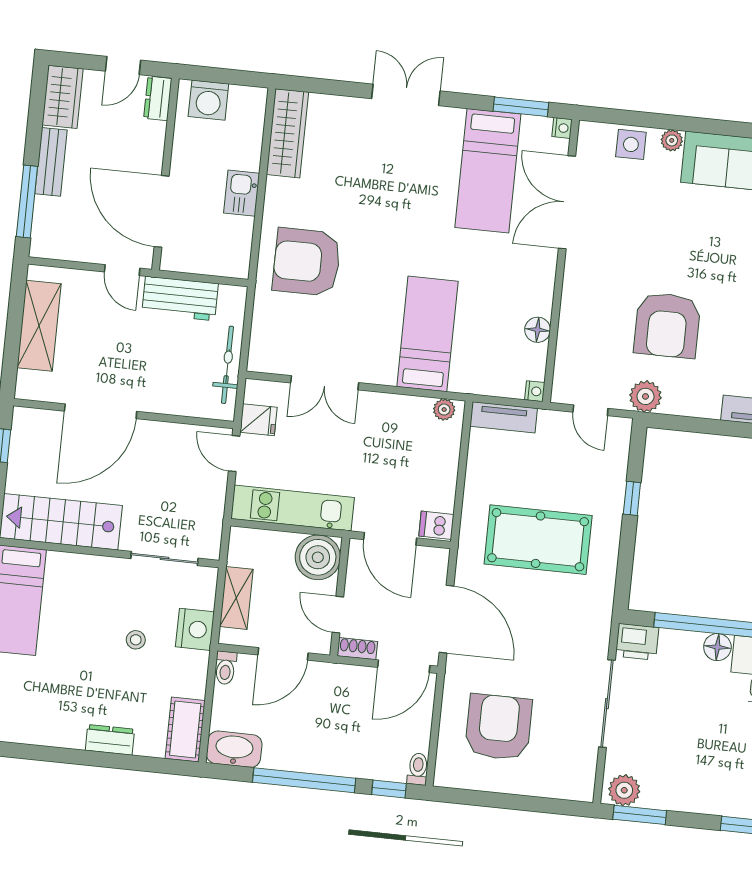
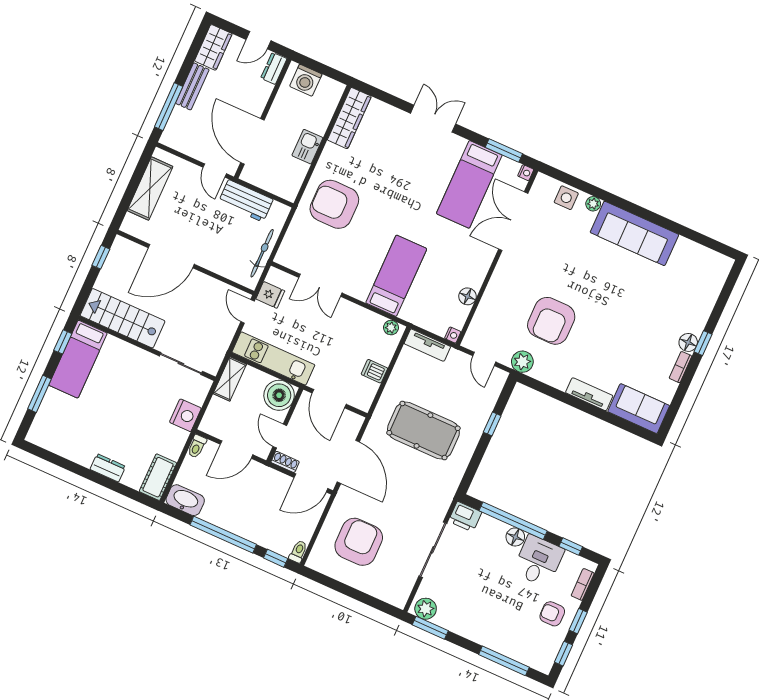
dishwasher: (436, 525) -> (374, 371), moved
shelving: (236, 598) -> (230, 379), moved
stool: (136, 640) -> (145, 409), removed

